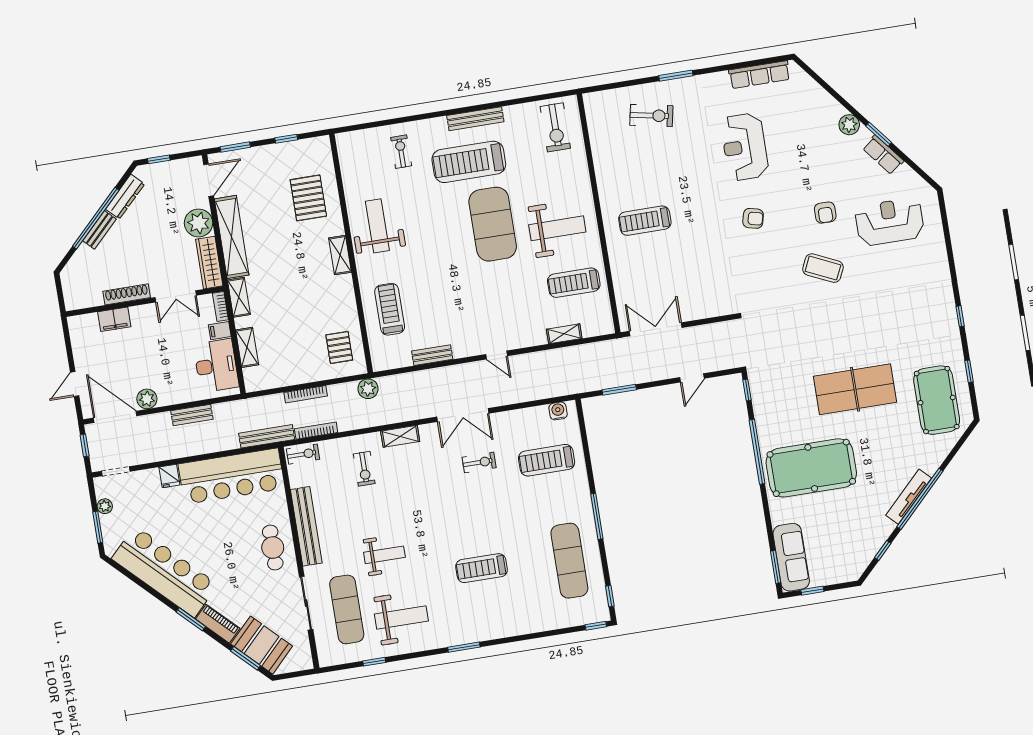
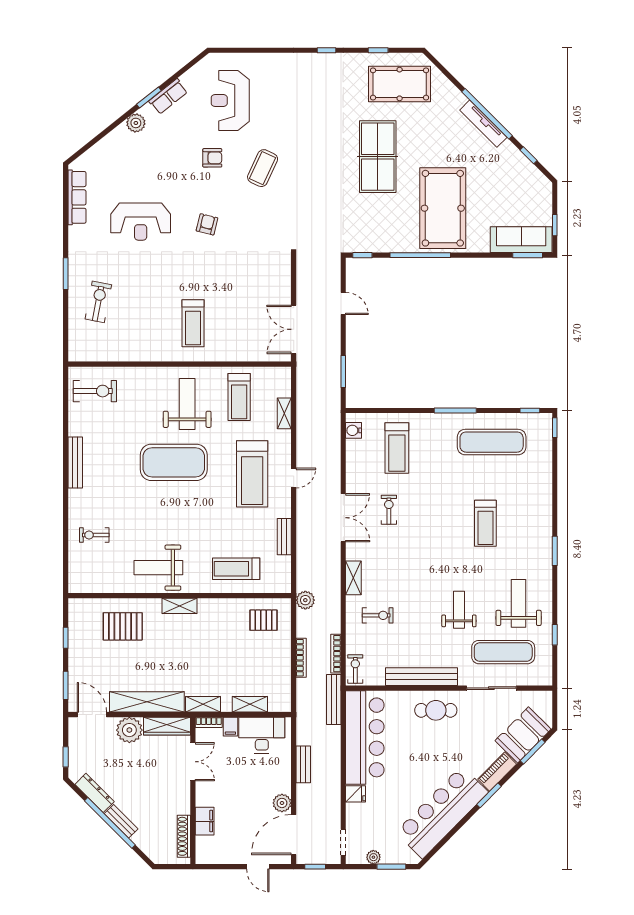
treadmill: (469, 162) -> (252, 474), moved
shoe rack: (127, 294) -> (184, 836), moved

